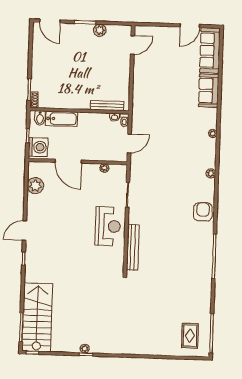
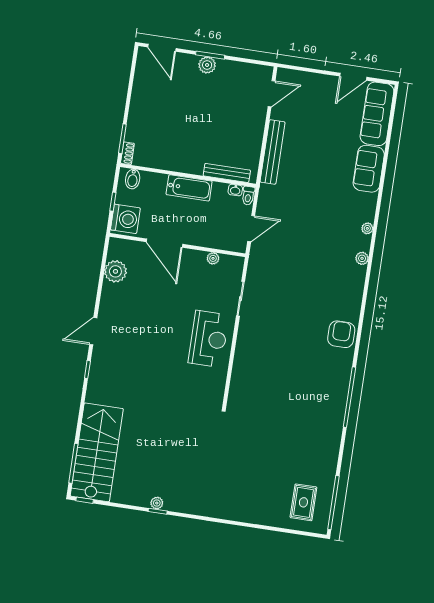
plant: (100, 30) -> (207, 65), moved
bathtub: (62, 119) -> (189, 188), moved
plant: (211, 173) -> (362, 258), moved
bench: (133, 247) -> (273, 152), moved

